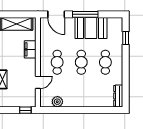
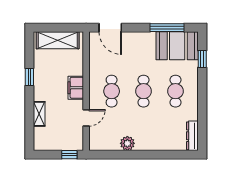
window: (85, 14) -> (167, 28), moved
booth: (91, 28) -> (177, 46), moved
filing cabinet: (30, 49) -> (76, 88), moved
plant: (57, 102) -> (127, 143), moved

